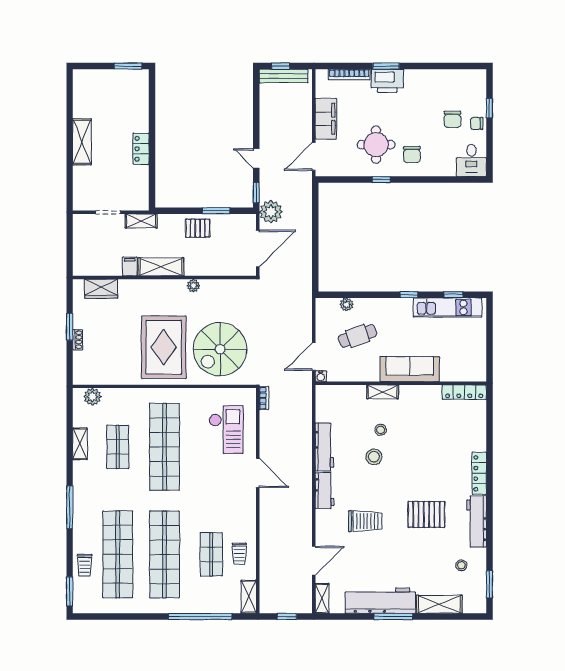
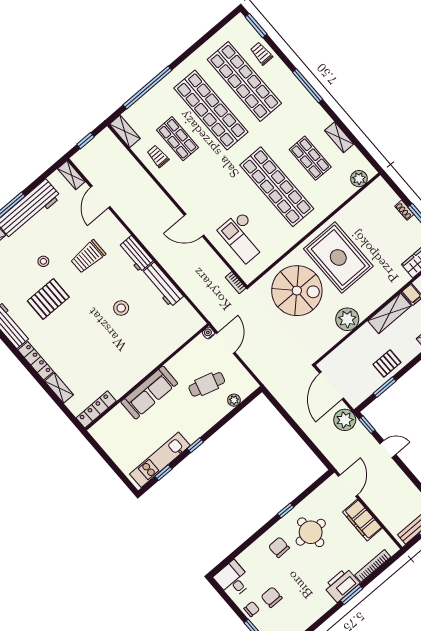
plant: (193, 286) -> (347, 319), width x1.88, depth x1.88
cafe table: (358, 336) -> (207, 384), turned 35
spiral stairs: (220, 349) -> (297, 291), turned 90
shelving: (383, 392) -> (59, 388), moved, turned 90
stool: (381, 430) -> (43, 261), moved

